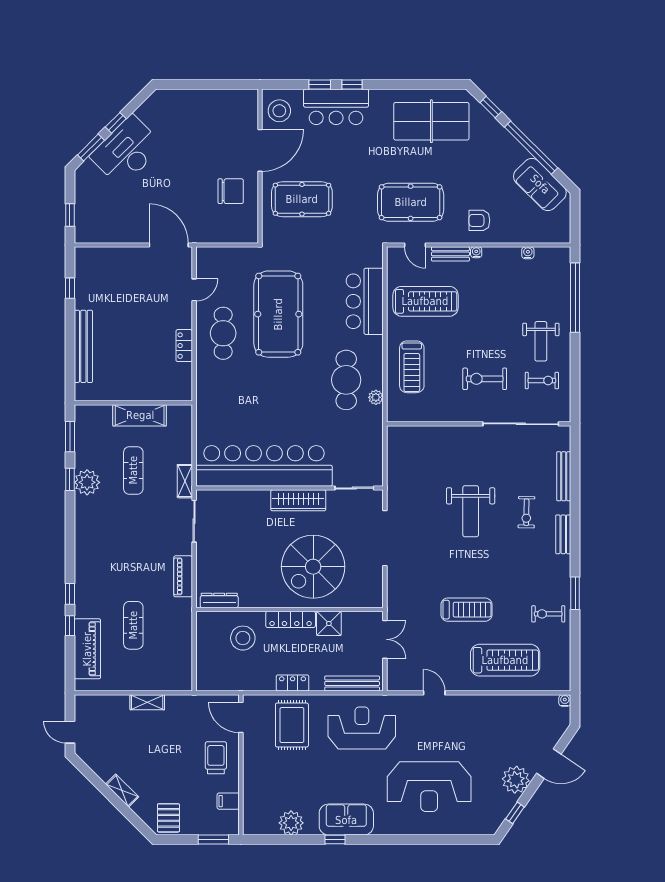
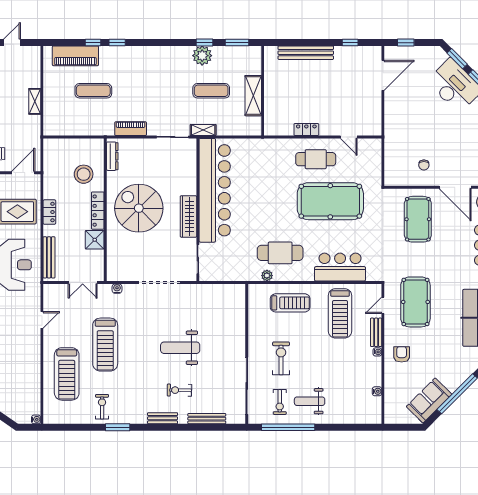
chair: (231, 191) -> (424, 165), width x0.54, depth x0.54
door: (169, 245) -> (383, 75), moved
window: (575, 298) -> (288, 427), moved
treadmill: (412, 367) -> (290, 303), turned 180
spiral stairs: (313, 567) -> (139, 208), moved
water cooler: (393, 594) -> (117, 289), added
treadmill: (466, 610) -> (105, 345), width x1.37, depth x1.38

